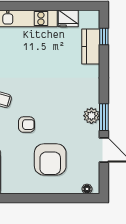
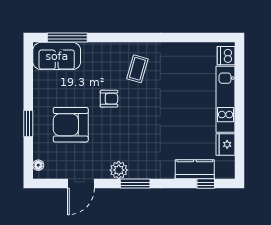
window: (104, 117) -> (135, 184), moved
armchair: (26, 125) -> (109, 99), turned -90
window: (49, 198) -> (28, 123), added

